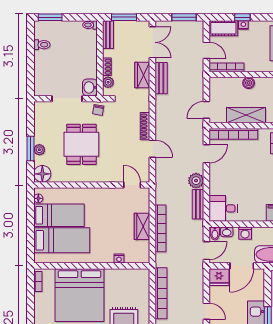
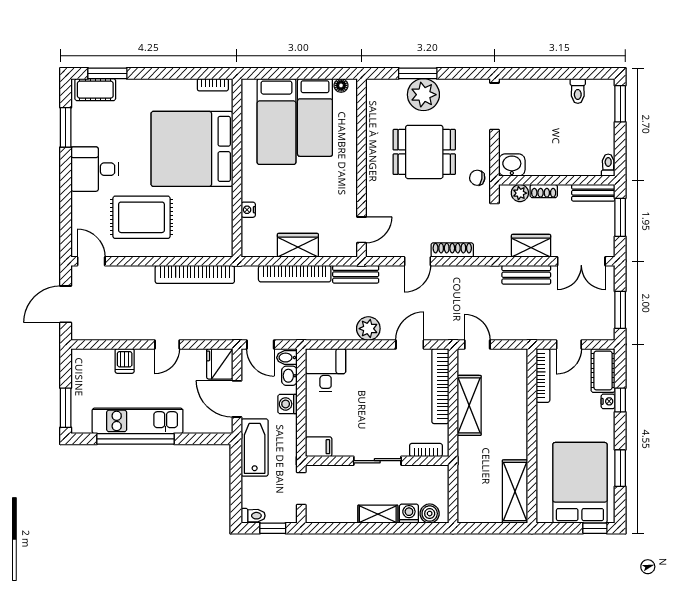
boiler: (249, 83) -> (519, 409), removed
doorway: (67, 99) -> (494, 106), moved
plant: (39, 150) -> (423, 95), width x1.88, depth x1.88
door: (206, 154) -> (410, 344), swing flipped
floor lamp: (42, 174) -> (379, 92), removed
bench: (198, 204) -> (356, 274), moved

